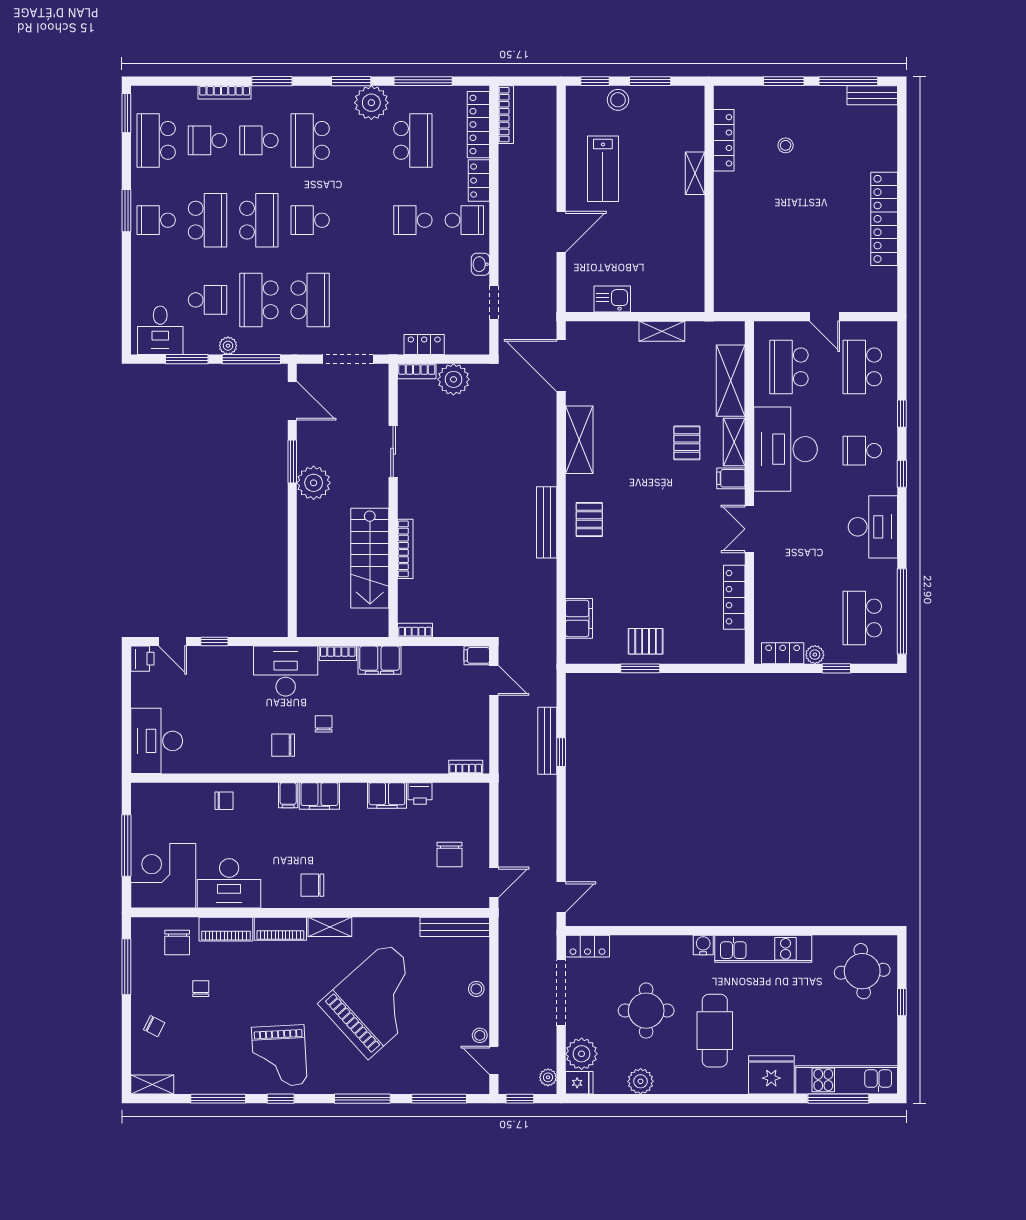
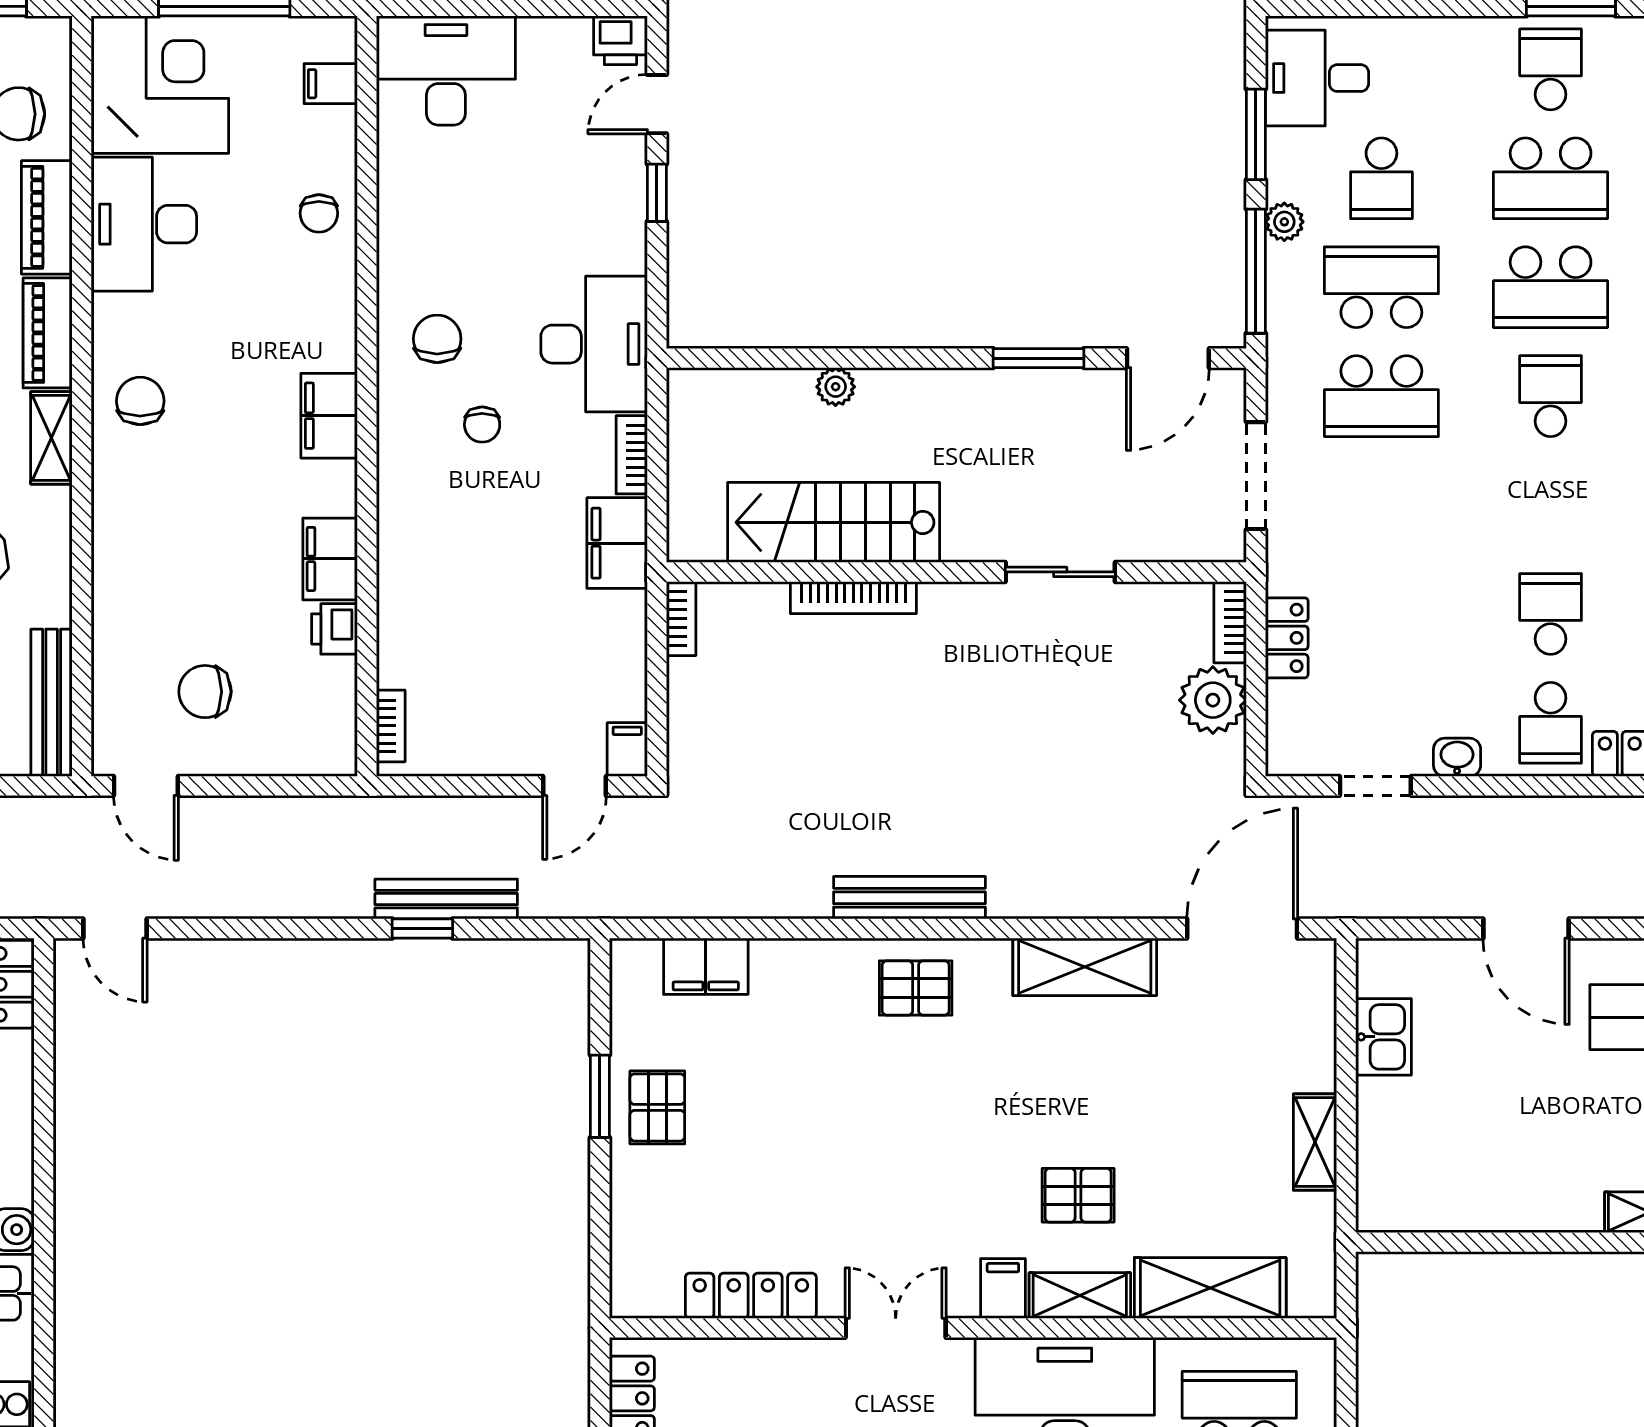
plant: (314, 483) -> (836, 387), moved, width x0.53, depth x0.53
chair: (324, 724) -> (482, 425), turned 90
filing cabinet: (288, 795) -> (331, 84), moved

